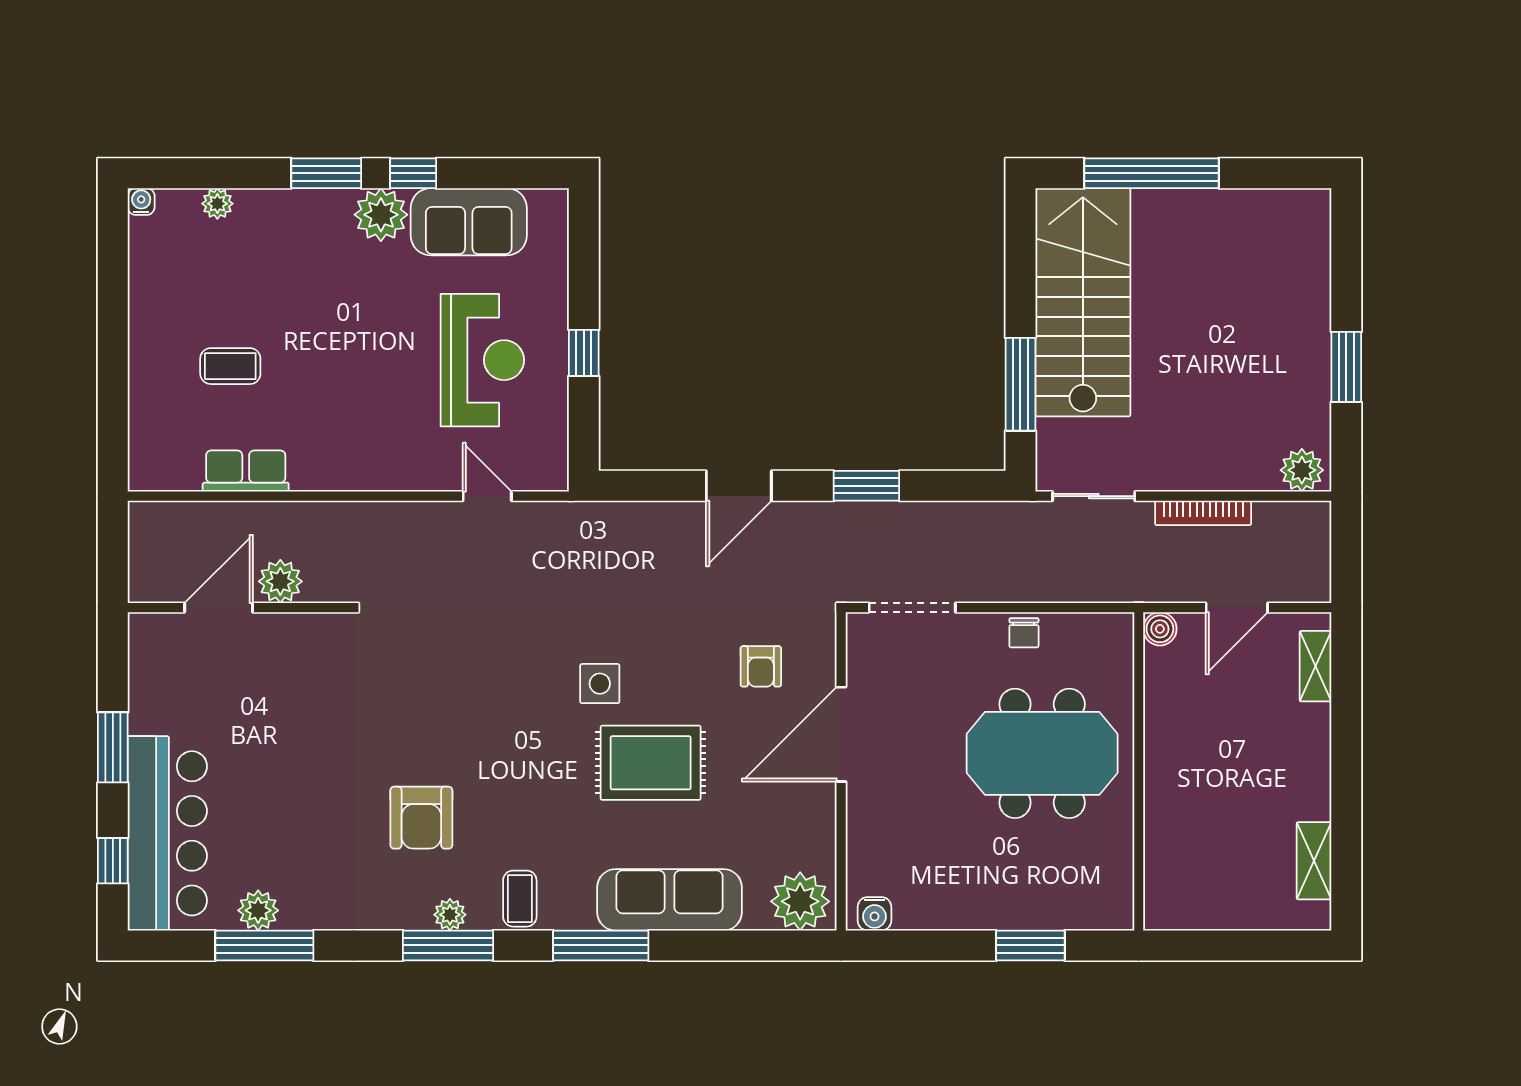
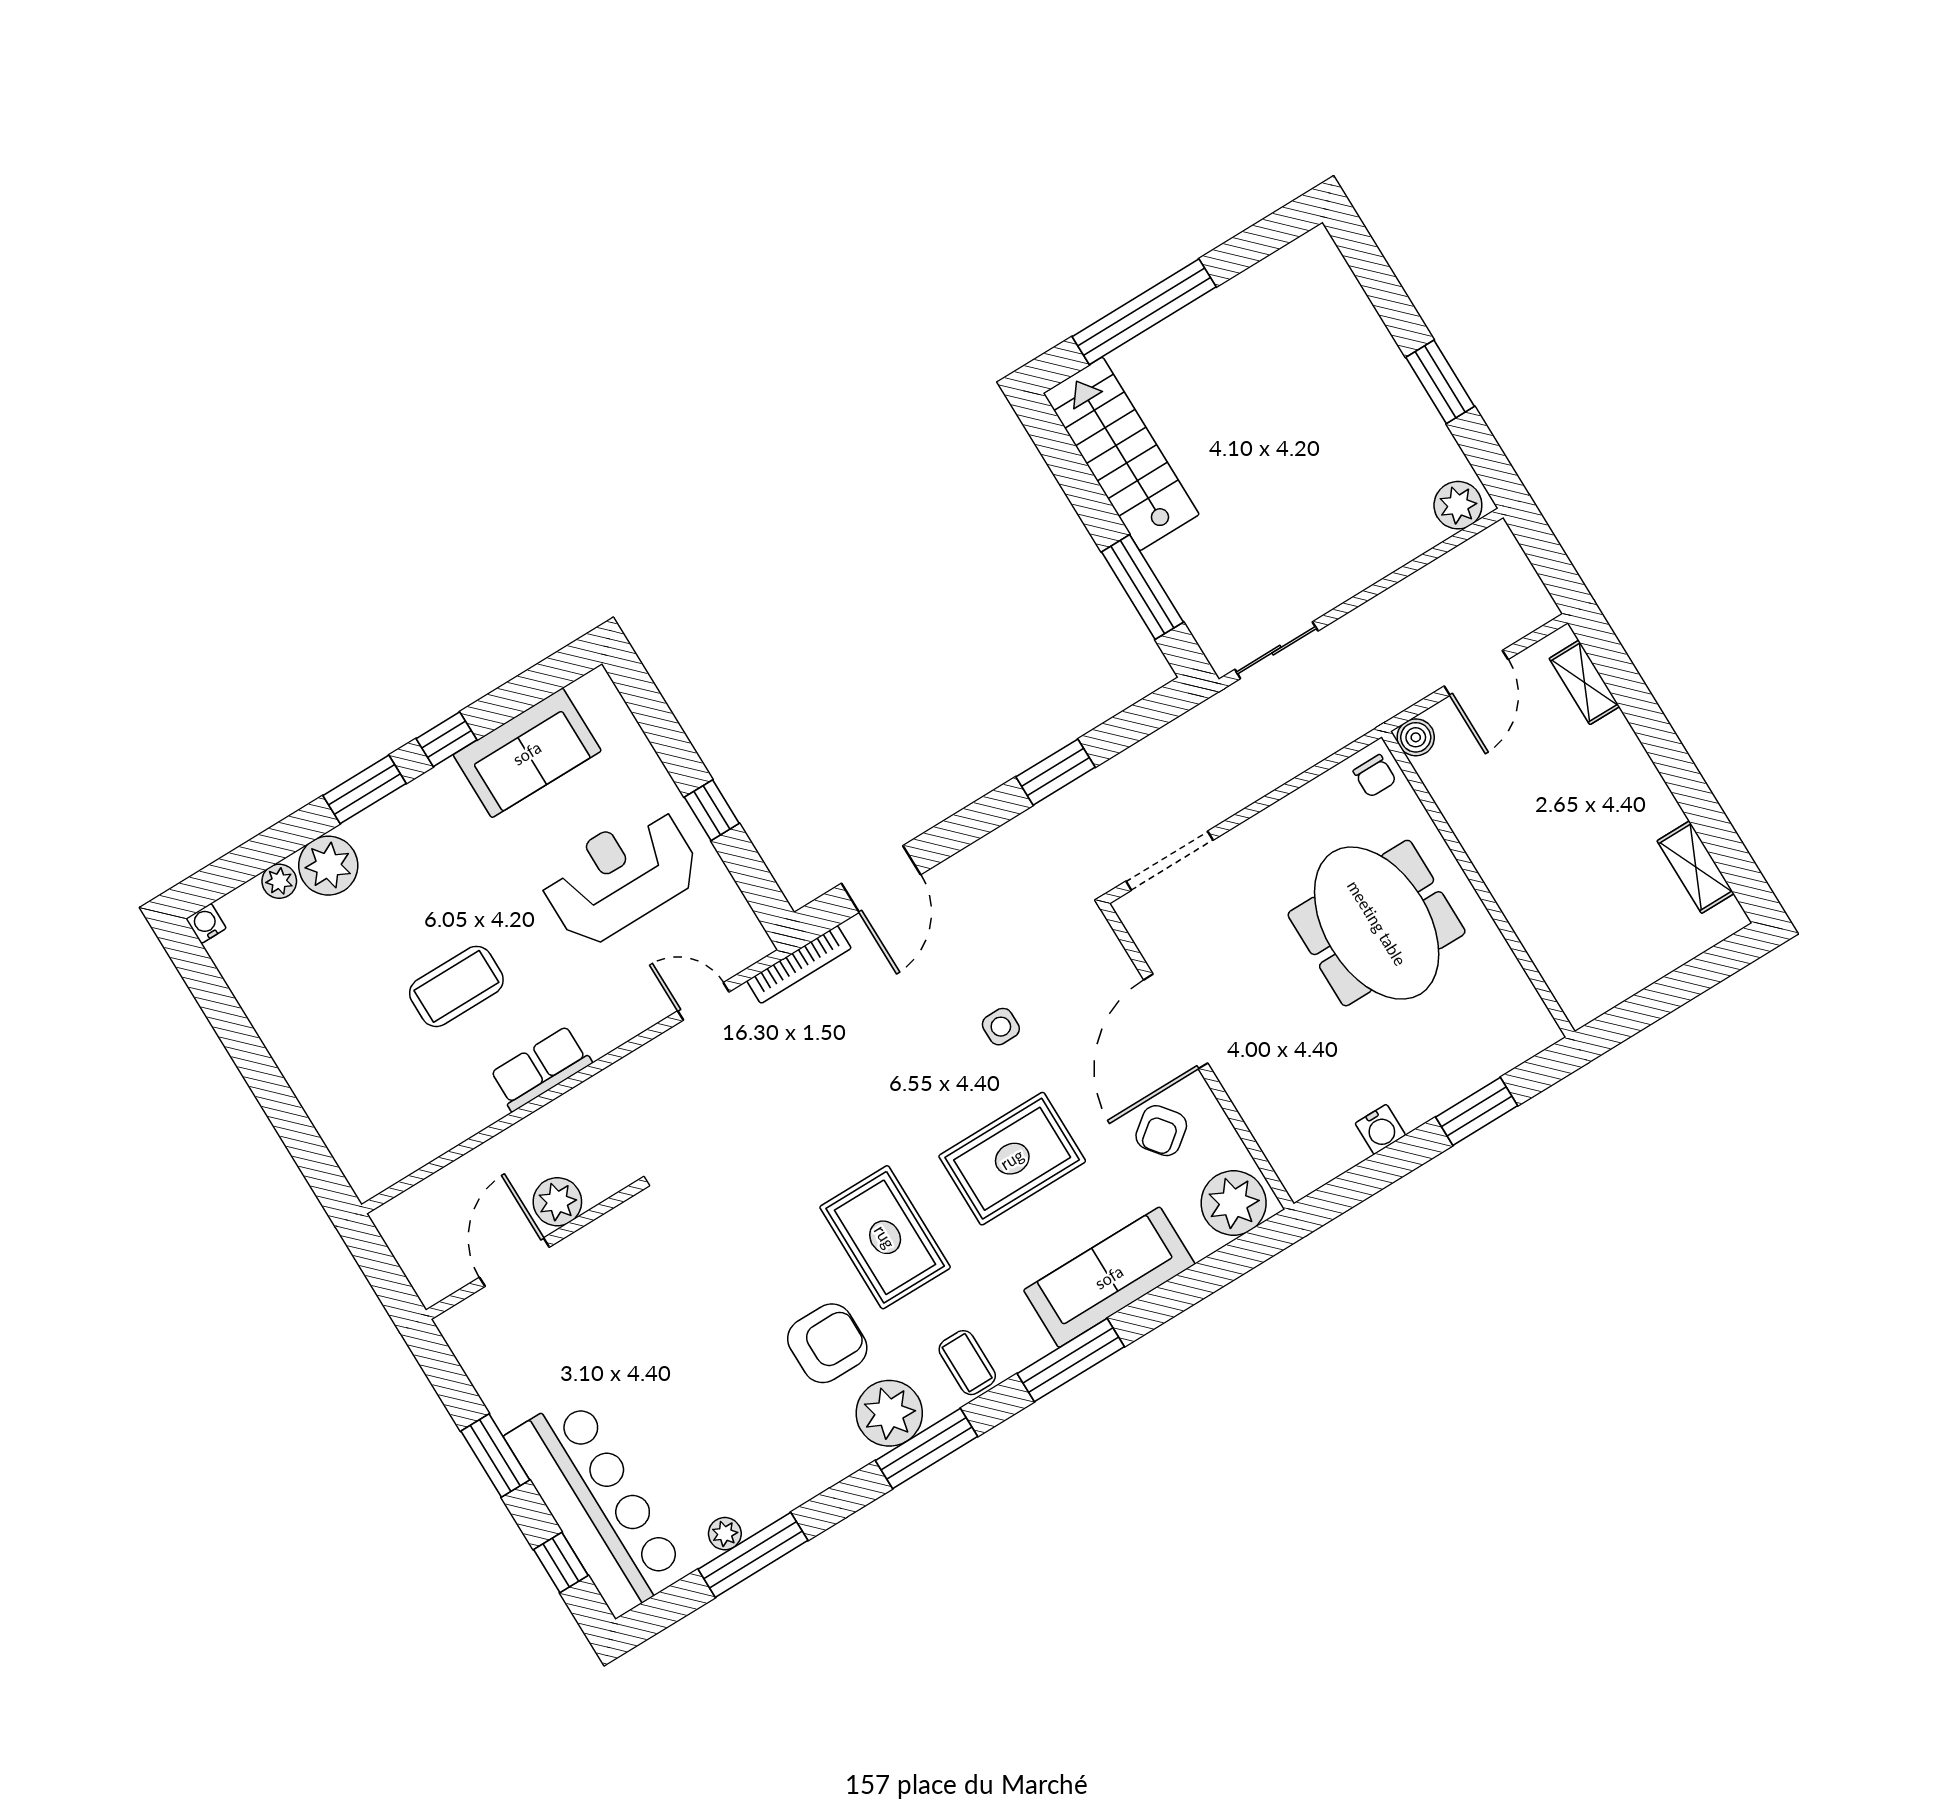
plant: (381, 215) -> (328, 866), moved
stairs: (1083, 302) -> (1121, 454), width x0.73, depth x0.66
reception desk: (482, 360) -> (620, 876), turned -90
coffee table: (230, 366) -> (456, 986), moved, width x1.36, depth x1.30
row of seats: (246, 471) -> (541, 1069), moved
door: (739, 486) -> (881, 879), moved
bookcase: (1203, 513) -> (799, 965), moved
chair: (1024, 633) -> (1375, 776), moved
armchair: (761, 666) -> (1161, 1131), moved, turned 52
side table: (600, 684) -> (1001, 1027), moved, width x0.73, depth x0.73
meeting table: (1042, 753) -> (1377, 923), turned 90
rug: (516, 763) -> (885, 1237), added
armchair: (421, 818) -> (827, 1343), turned -90
plant: (258, 910) -> (725, 1534), width x0.73, depth x0.73
water cooler: (875, 914) -> (1380, 1129), moved
plant: (450, 915) -> (889, 1413), width x1.88, depth x1.88

